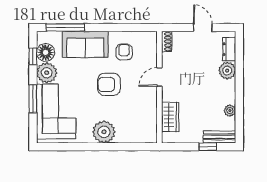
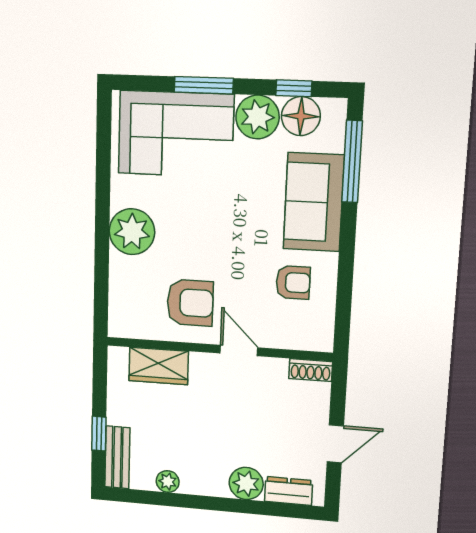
armchair: (109, 84) -> (190, 303), moved, turned 91

